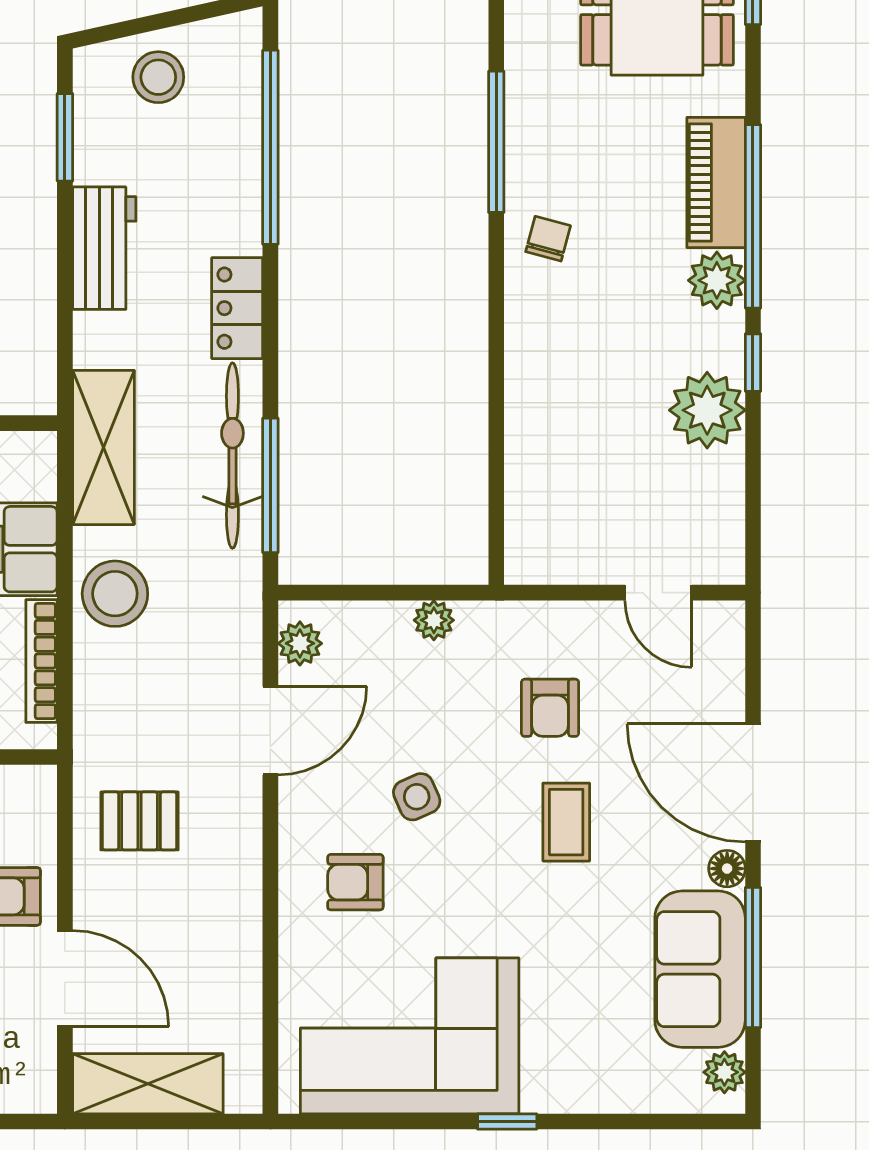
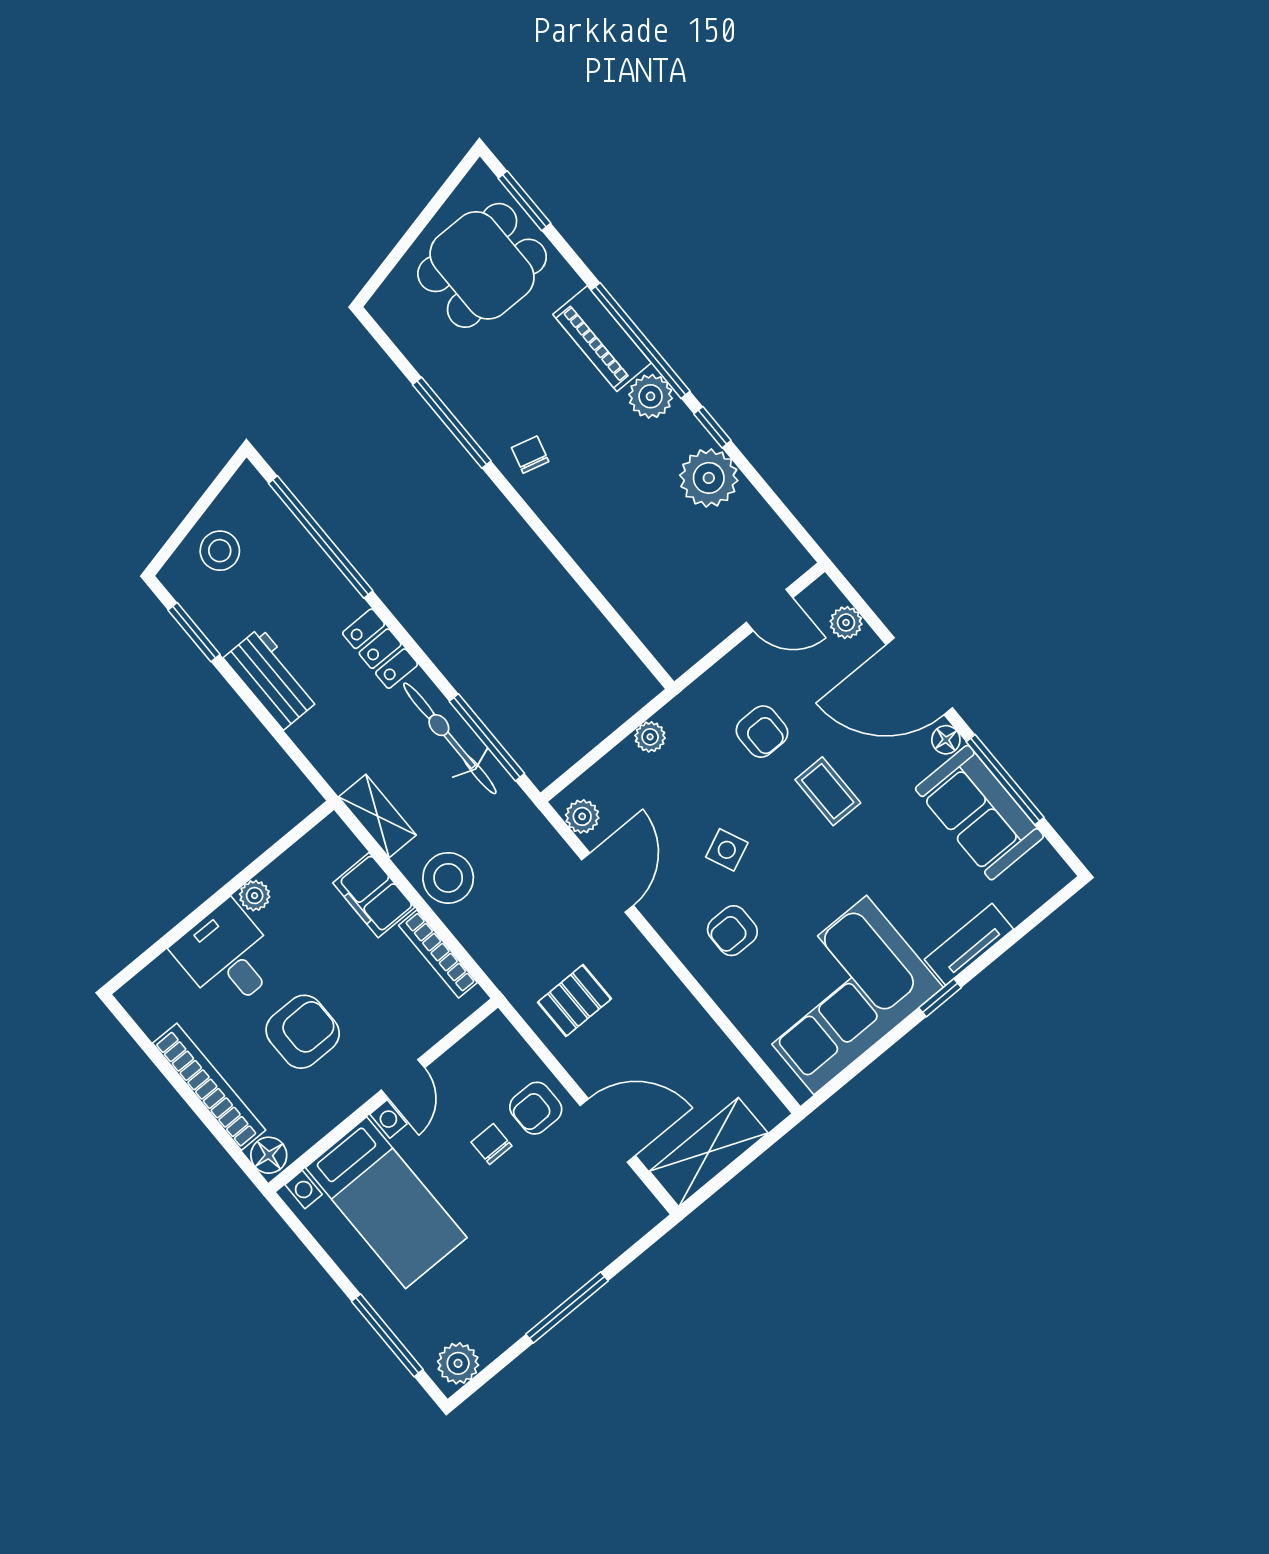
shelving: (103, 447) -> (377, 816), width x0.67, depth x0.75
plant: (724, 1072) -> (846, 623), moved
tv unit: (580, 1092) -> (969, 944), added

